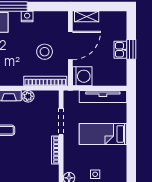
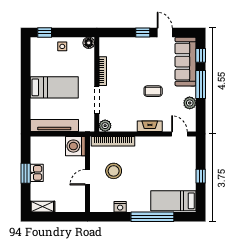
nightstand: (27, 16) -> (120, 207), moved
shelving: (87, 17) -> (42, 207), moved
door: (70, 45) -> (87, 177), width x0.53
plant: (28, 96) -> (105, 126), moved

